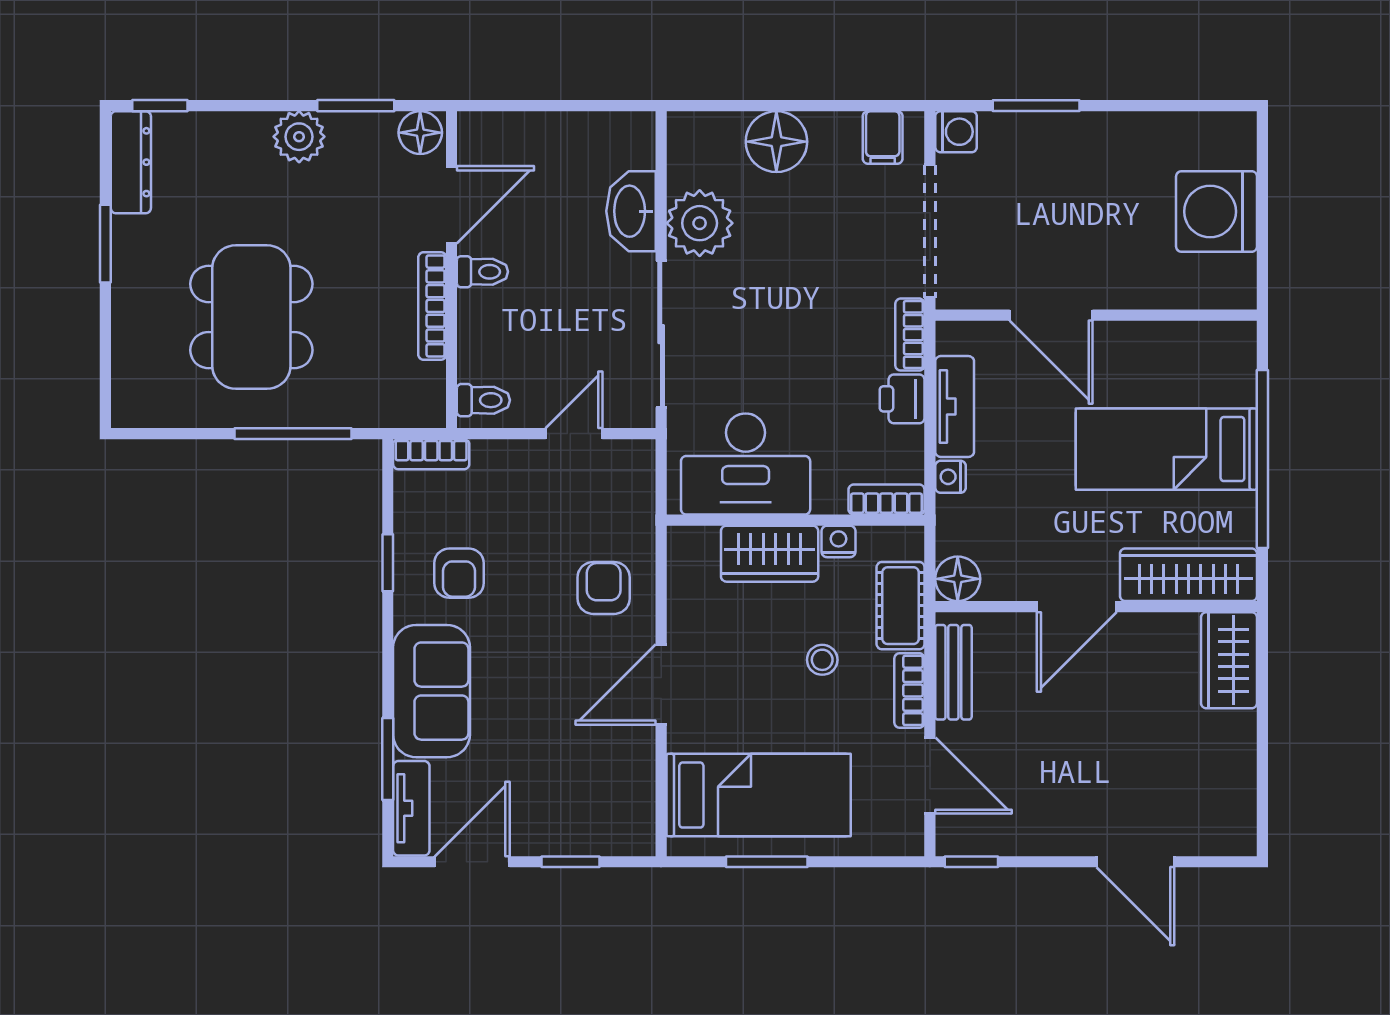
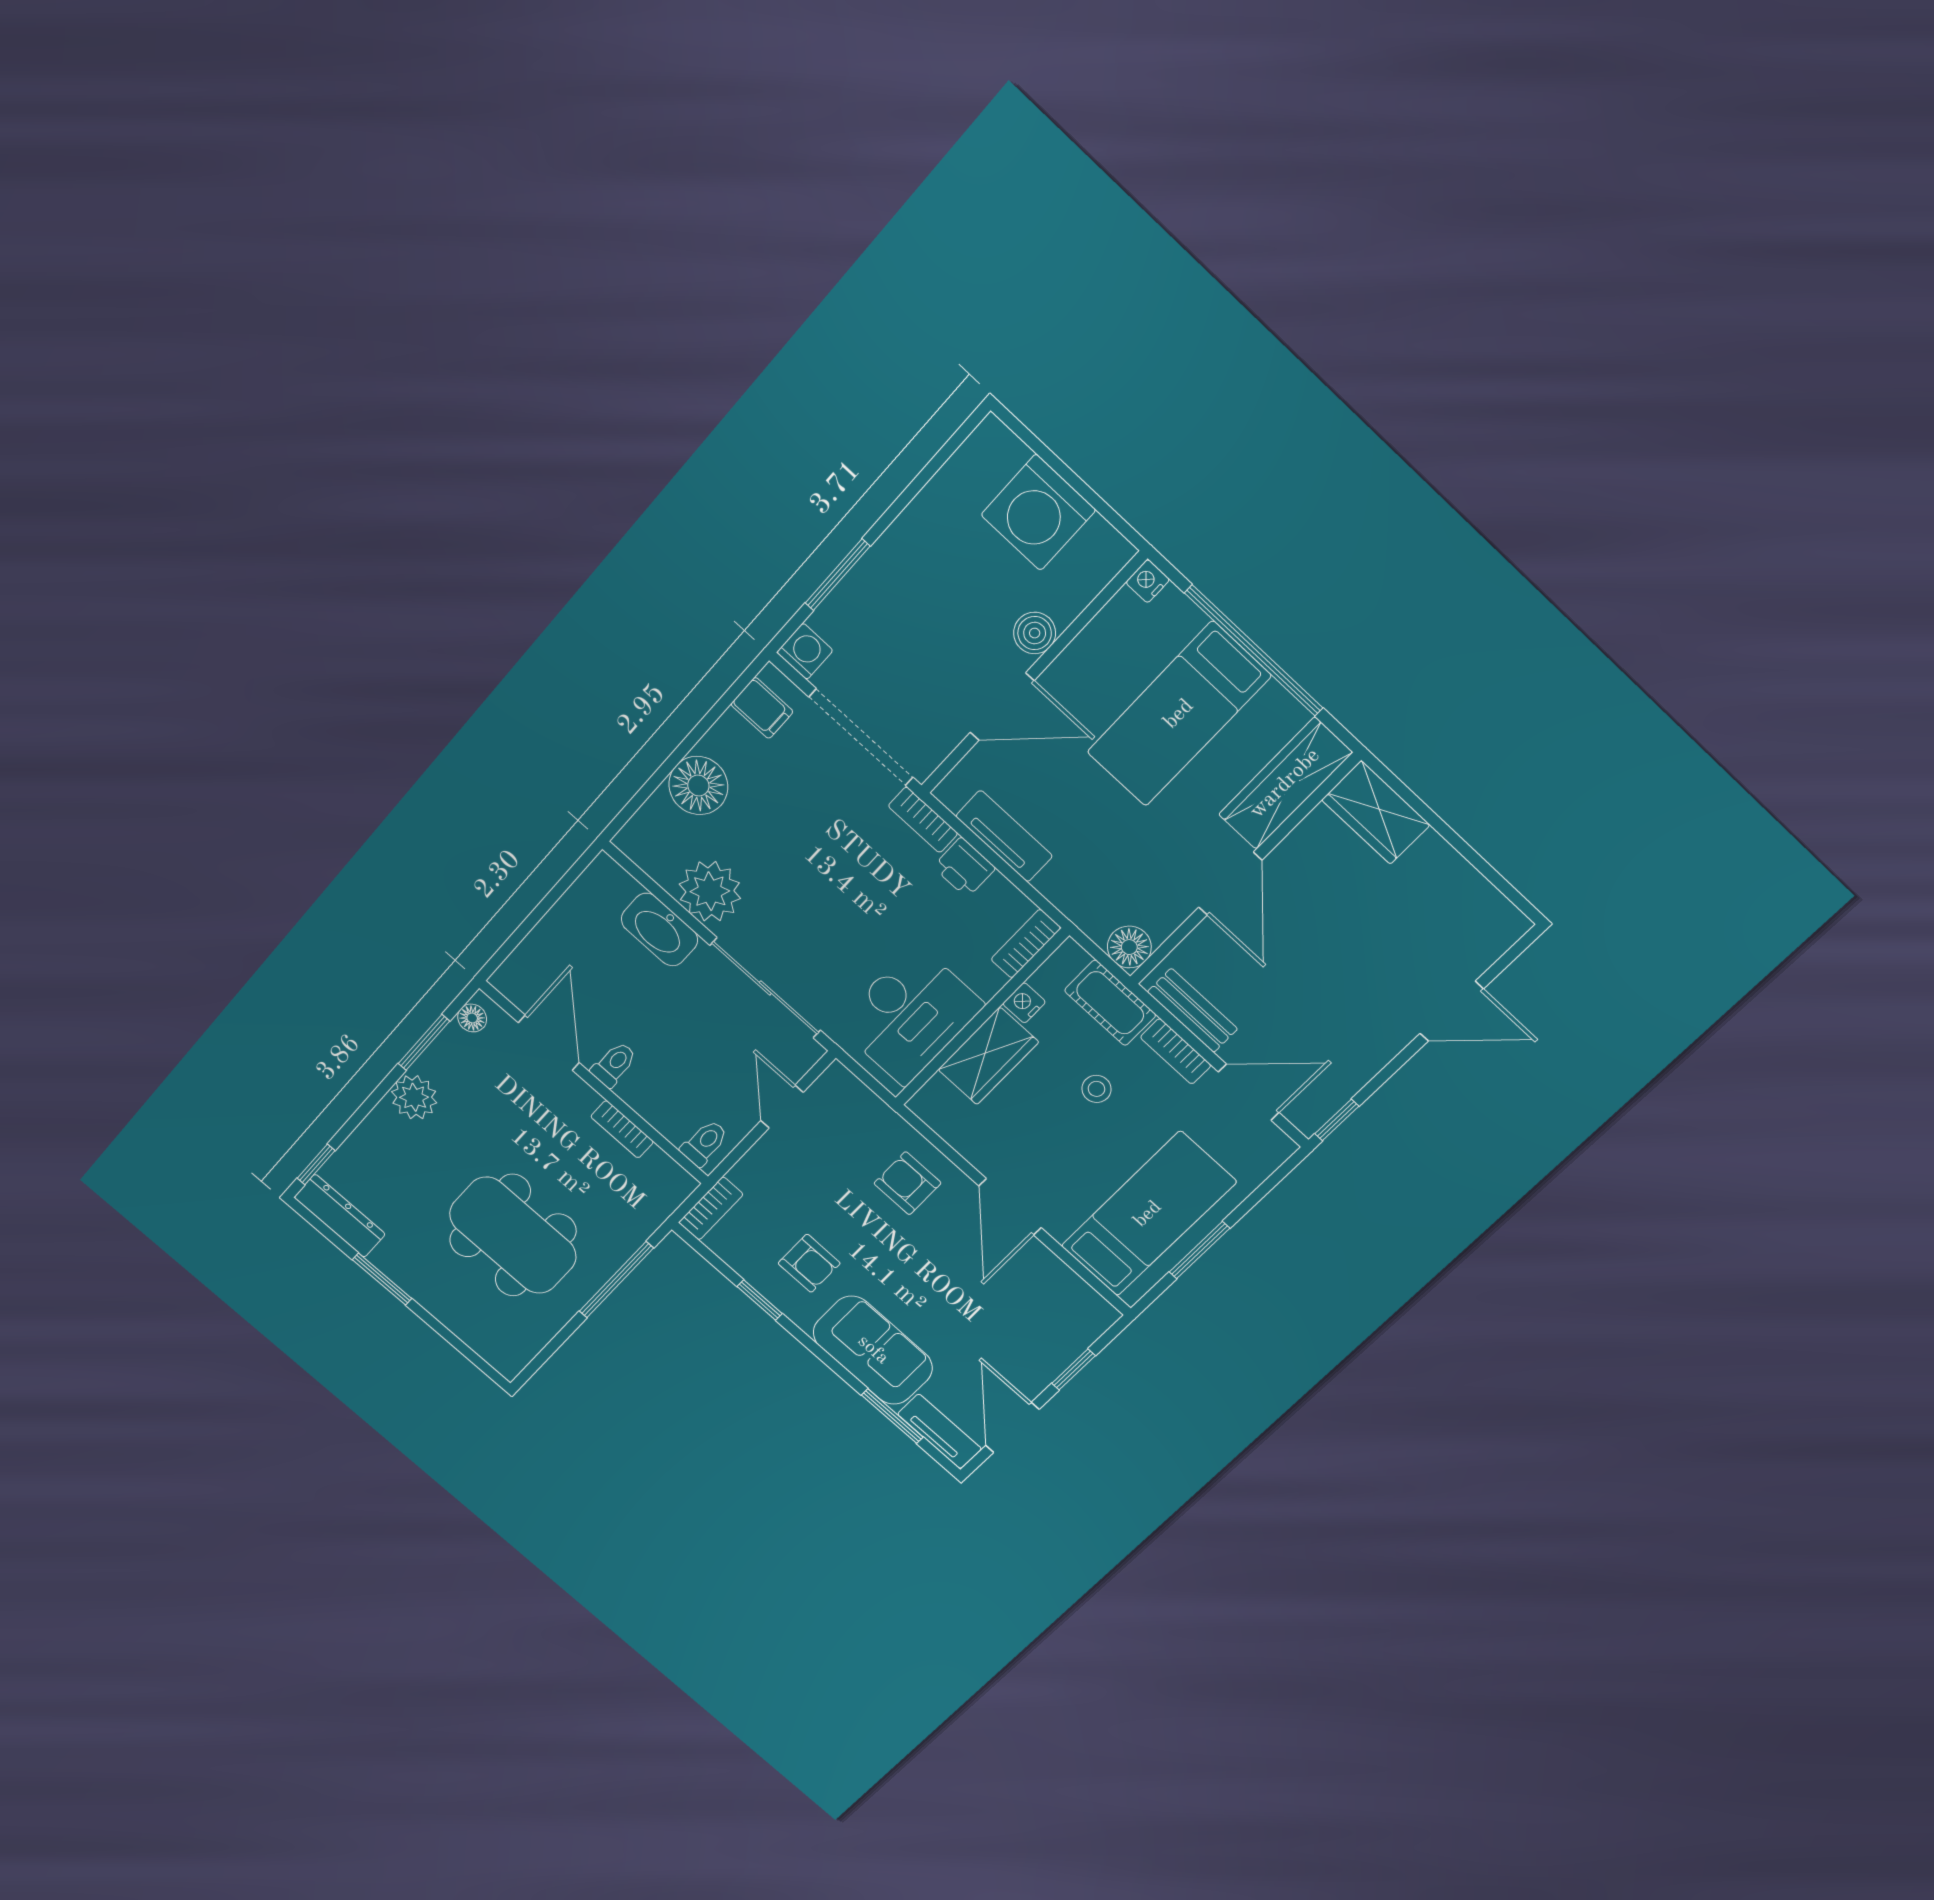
floor lamp: (420, 133) -> (472, 1018), width x0.73, depth x0.73
boiler: (1128, 289) -> (1035, 633), added
bookcase: (432, 306) -> (622, 1129), width x0.64
nightstand: (951, 477) -> (1148, 581), moved, turned 90

